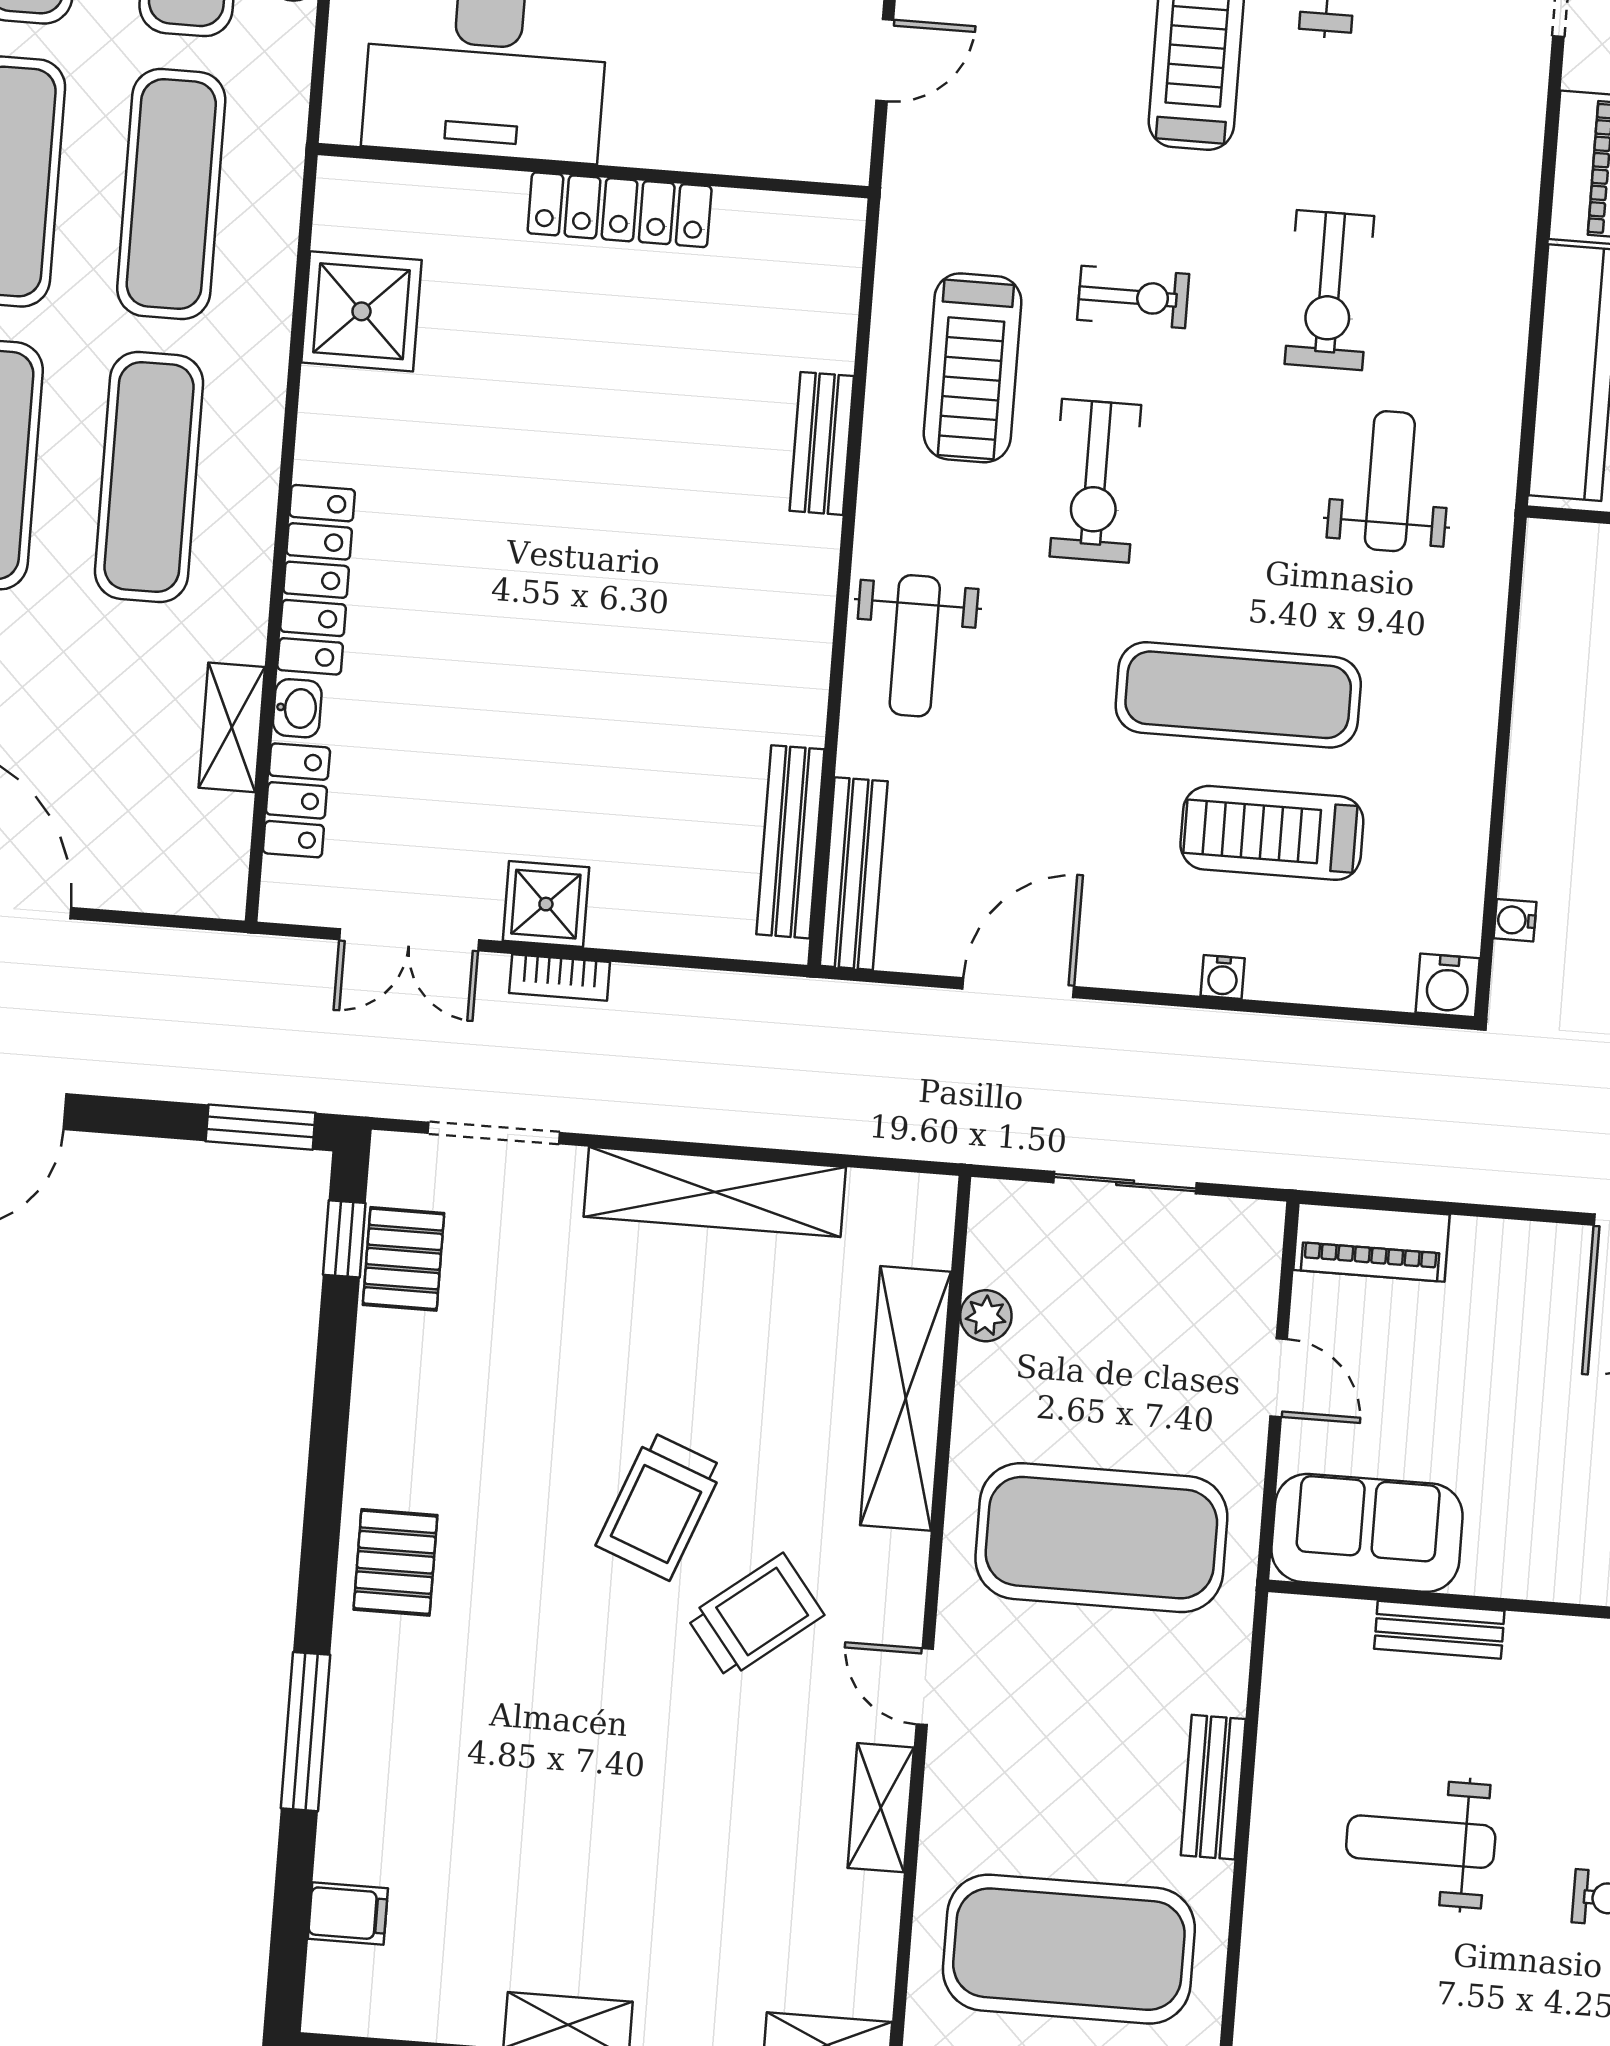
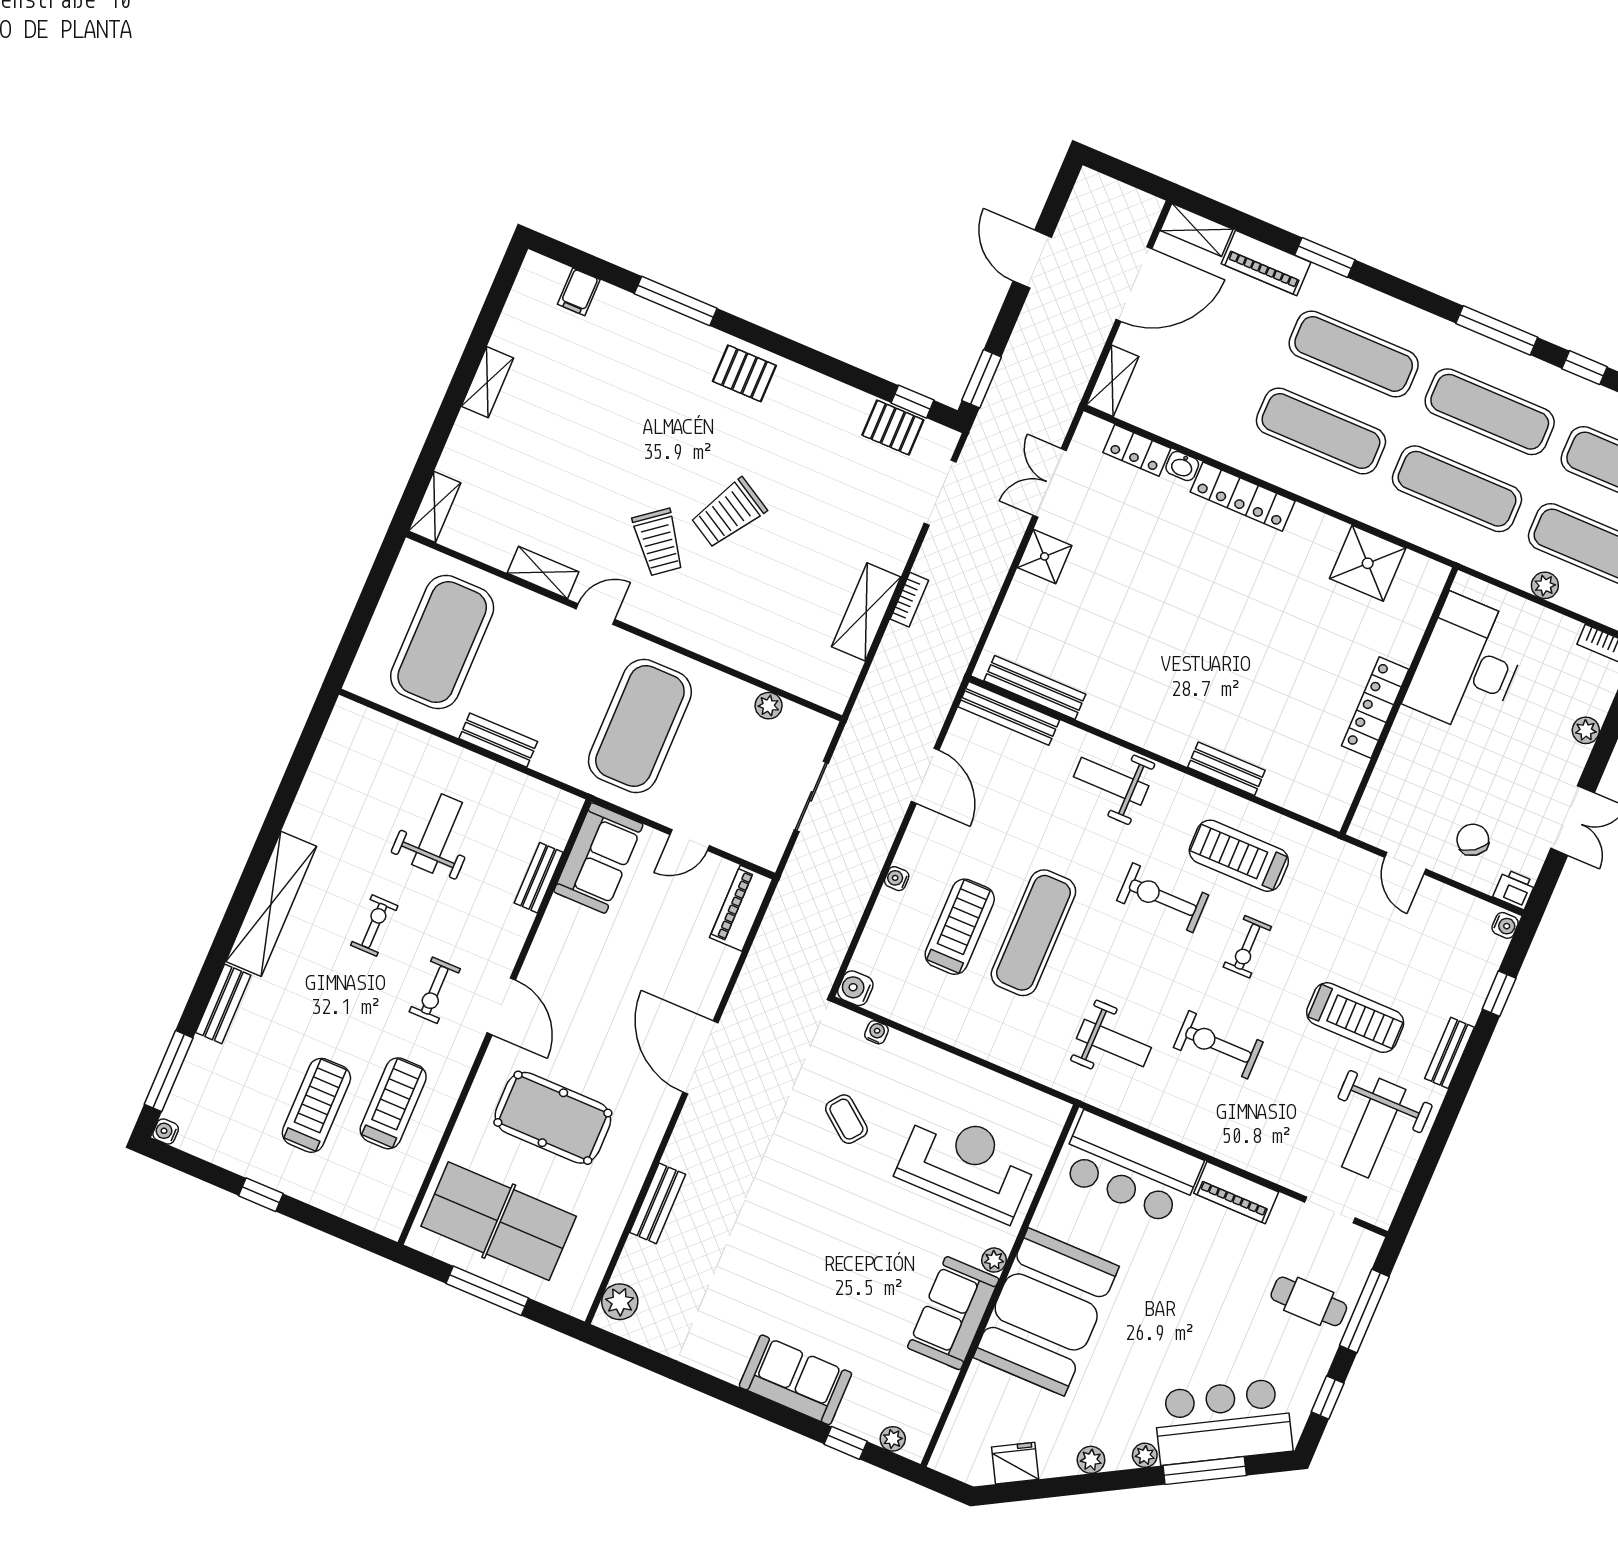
shelving: (232, 727) -> (1112, 381), moved, turned 90
bookcase: (560, 977) -> (909, 600), moved, turned 180
shelving: (715, 1192) -> (866, 612), width x0.68
shelving: (906, 1398) -> (741, 652), removed
trolley: (660, 1506) -> (728, 513), turned -81

